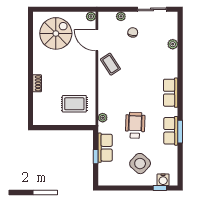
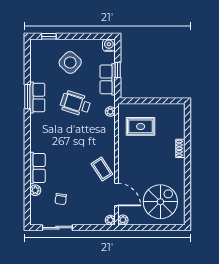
plant: (121, 16) -> (110, 220), moved
chair: (133, 32) -> (61, 199), moved
spiral stairs: (56, 33) -> (160, 202), turned 180
row of seats: (171, 93) -> (37, 168), moved
wheelchair: (135, 125) -> (75, 103), turned 106
water cooler: (163, 180) -> (109, 45), moved

